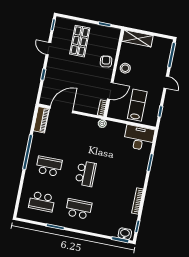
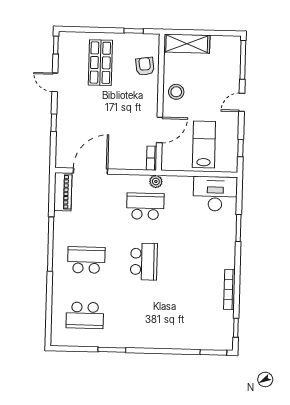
armchair: (106, 61) -> (145, 66), moved
door: (166, 82) -> (242, 102), swing flipped
school desk: (79, 209) -> (145, 206), moved
washbasin: (125, 234) -> (219, 342), removed

